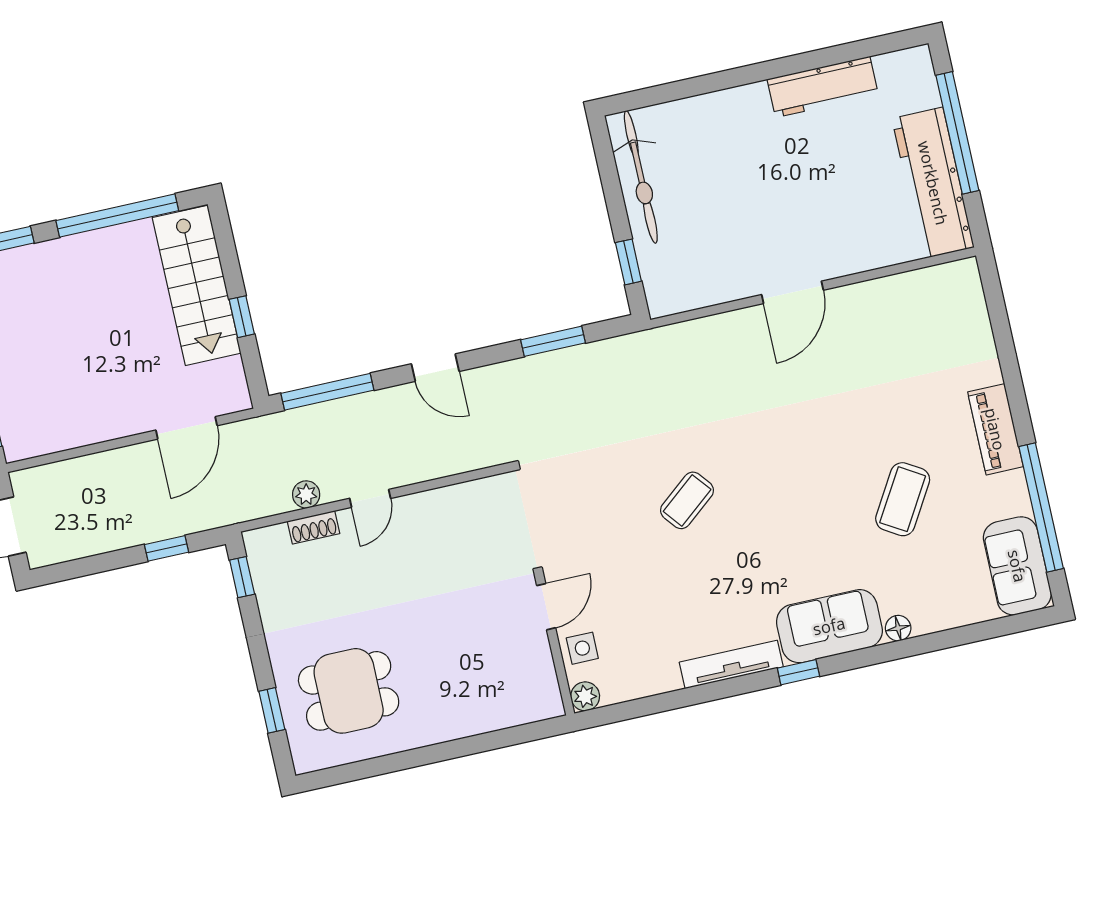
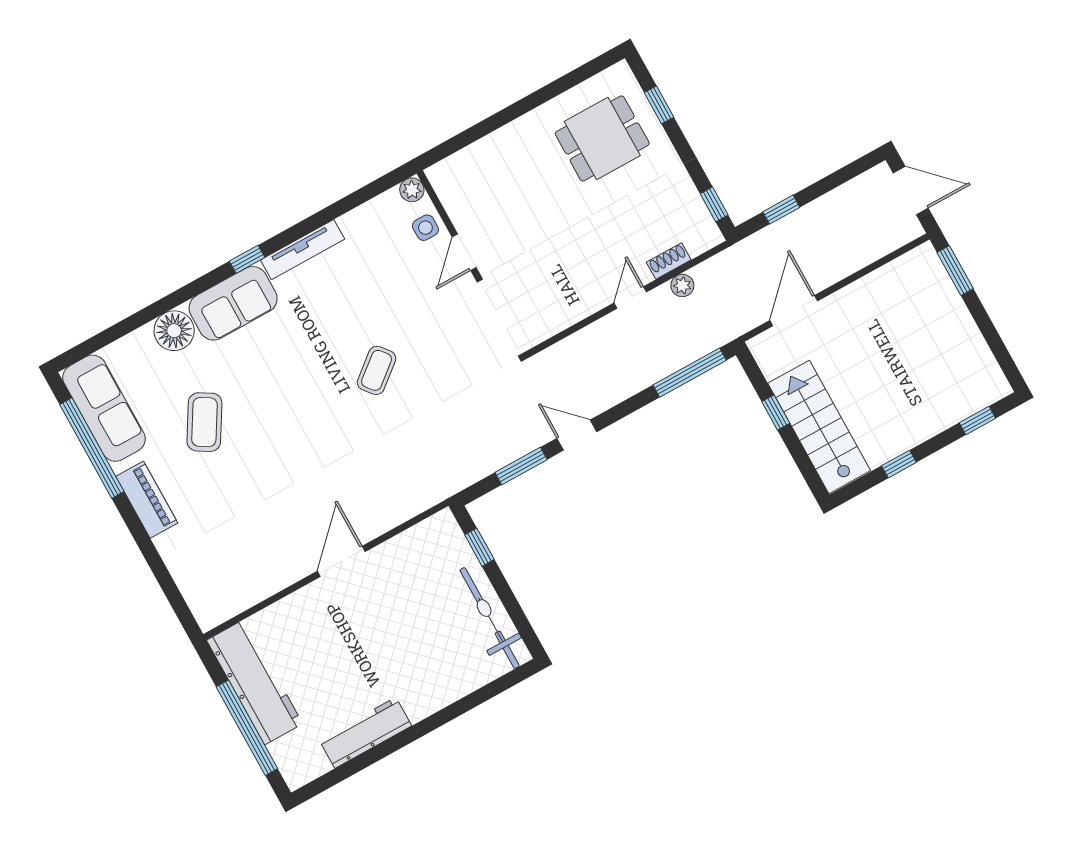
window: (117, 216) -> (899, 464), width x0.32
door: (435, 368) -> (577, 435), moved
sofa: (1017, 566) -> (104, 408), width x1.36
floor lamp: (898, 628) -> (174, 331), width x1.89, depth x1.89

